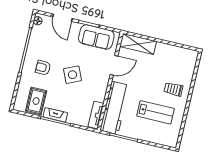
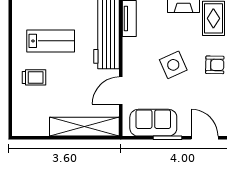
shelving: (138, 44) -> (84, 127), width x1.47
lab bench: (156, 112) -> (51, 41), turned 180

